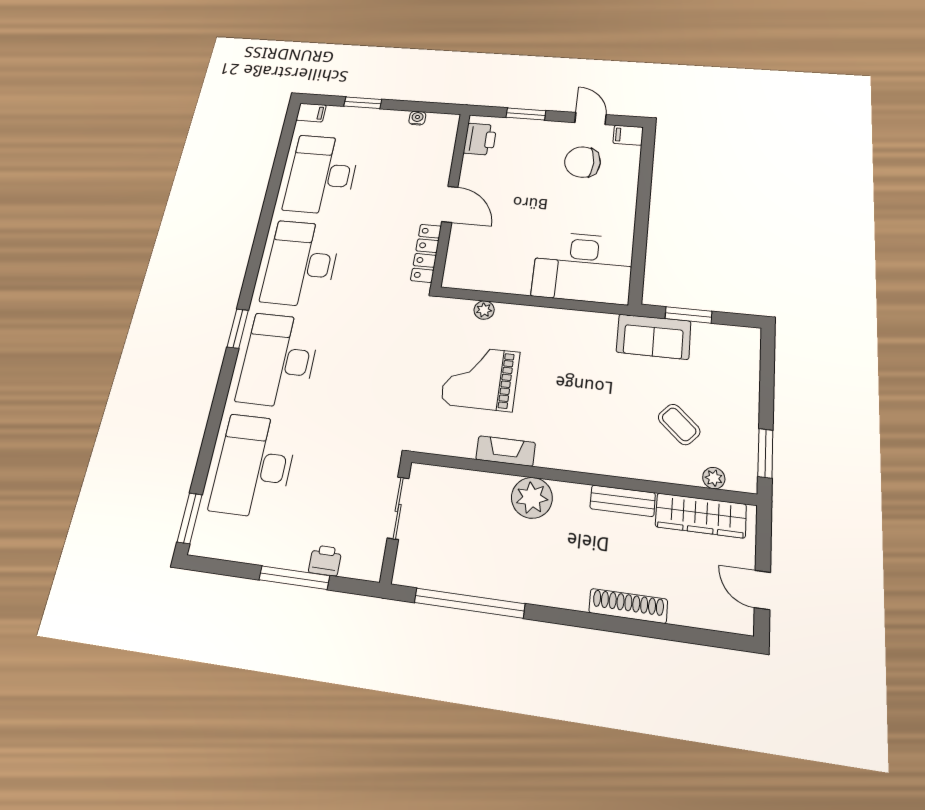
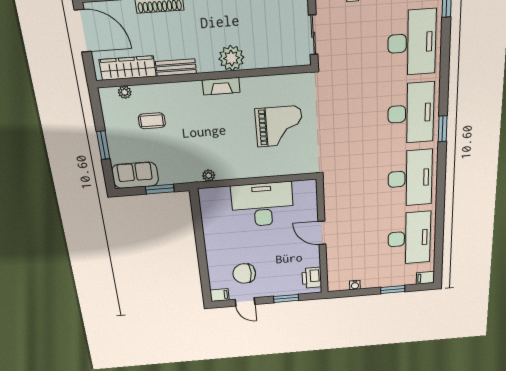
chair: (583, 162) -> (244, 273), turned 180
locker: (426, 253) -> (330, 199), removed
desk: (583, 267) -> (263, 205), moved
plant: (484, 310) -> (209, 175), moved
sofa: (654, 337) -> (135, 175), moved
coffee table: (679, 424) -> (152, 121), turned -42
fireplace: (506, 451) -> (221, 86), moved
window: (765, 453) -> (103, 145), moved
door: (762, 590) -> (83, 31), width x1.88

